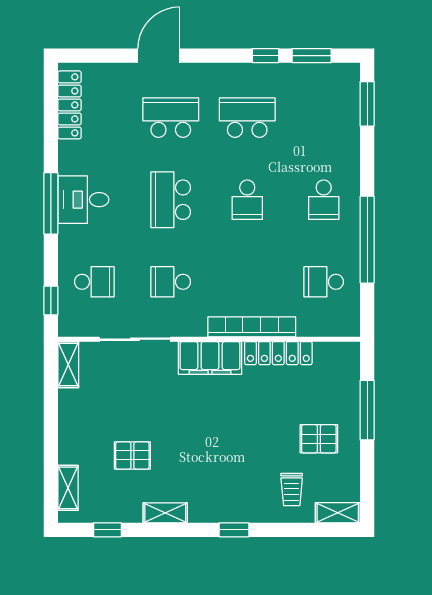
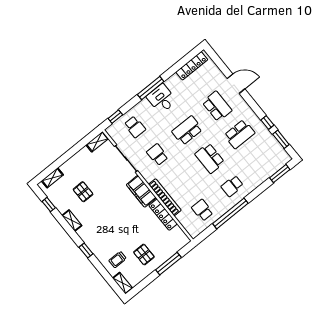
school desk: (247, 118) -> (239, 134), turned 90
school desk: (247, 200) -> (210, 158), width x1.85

